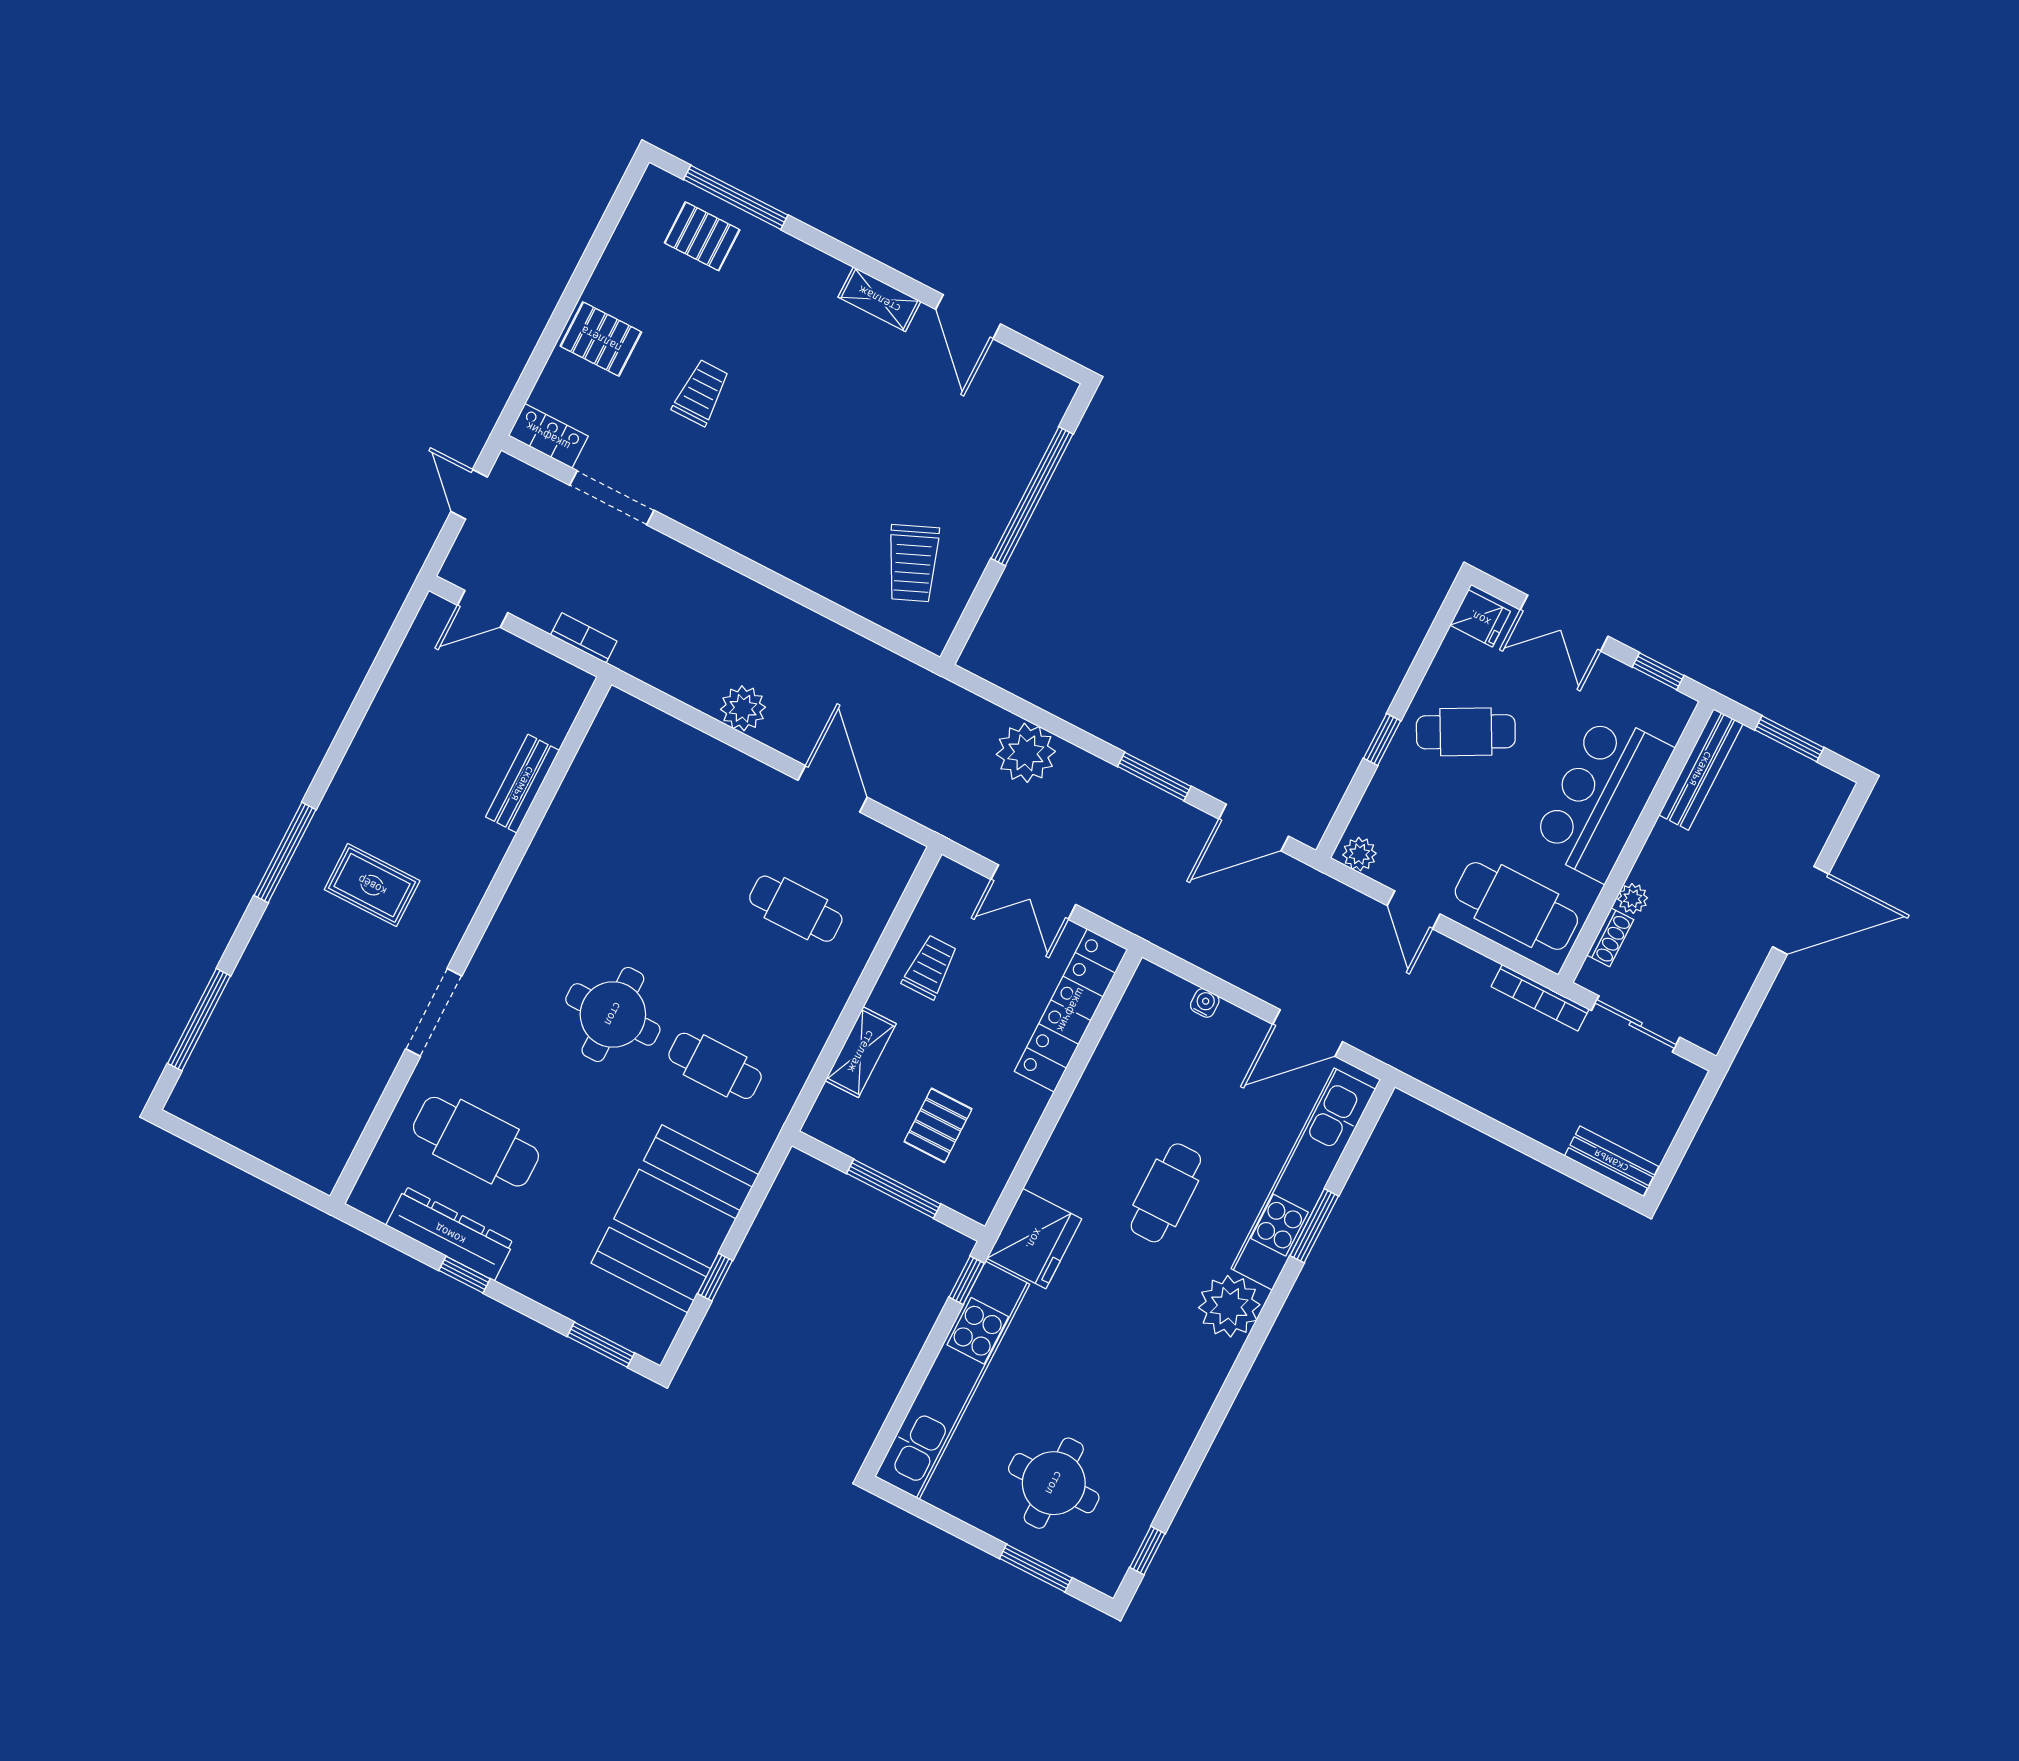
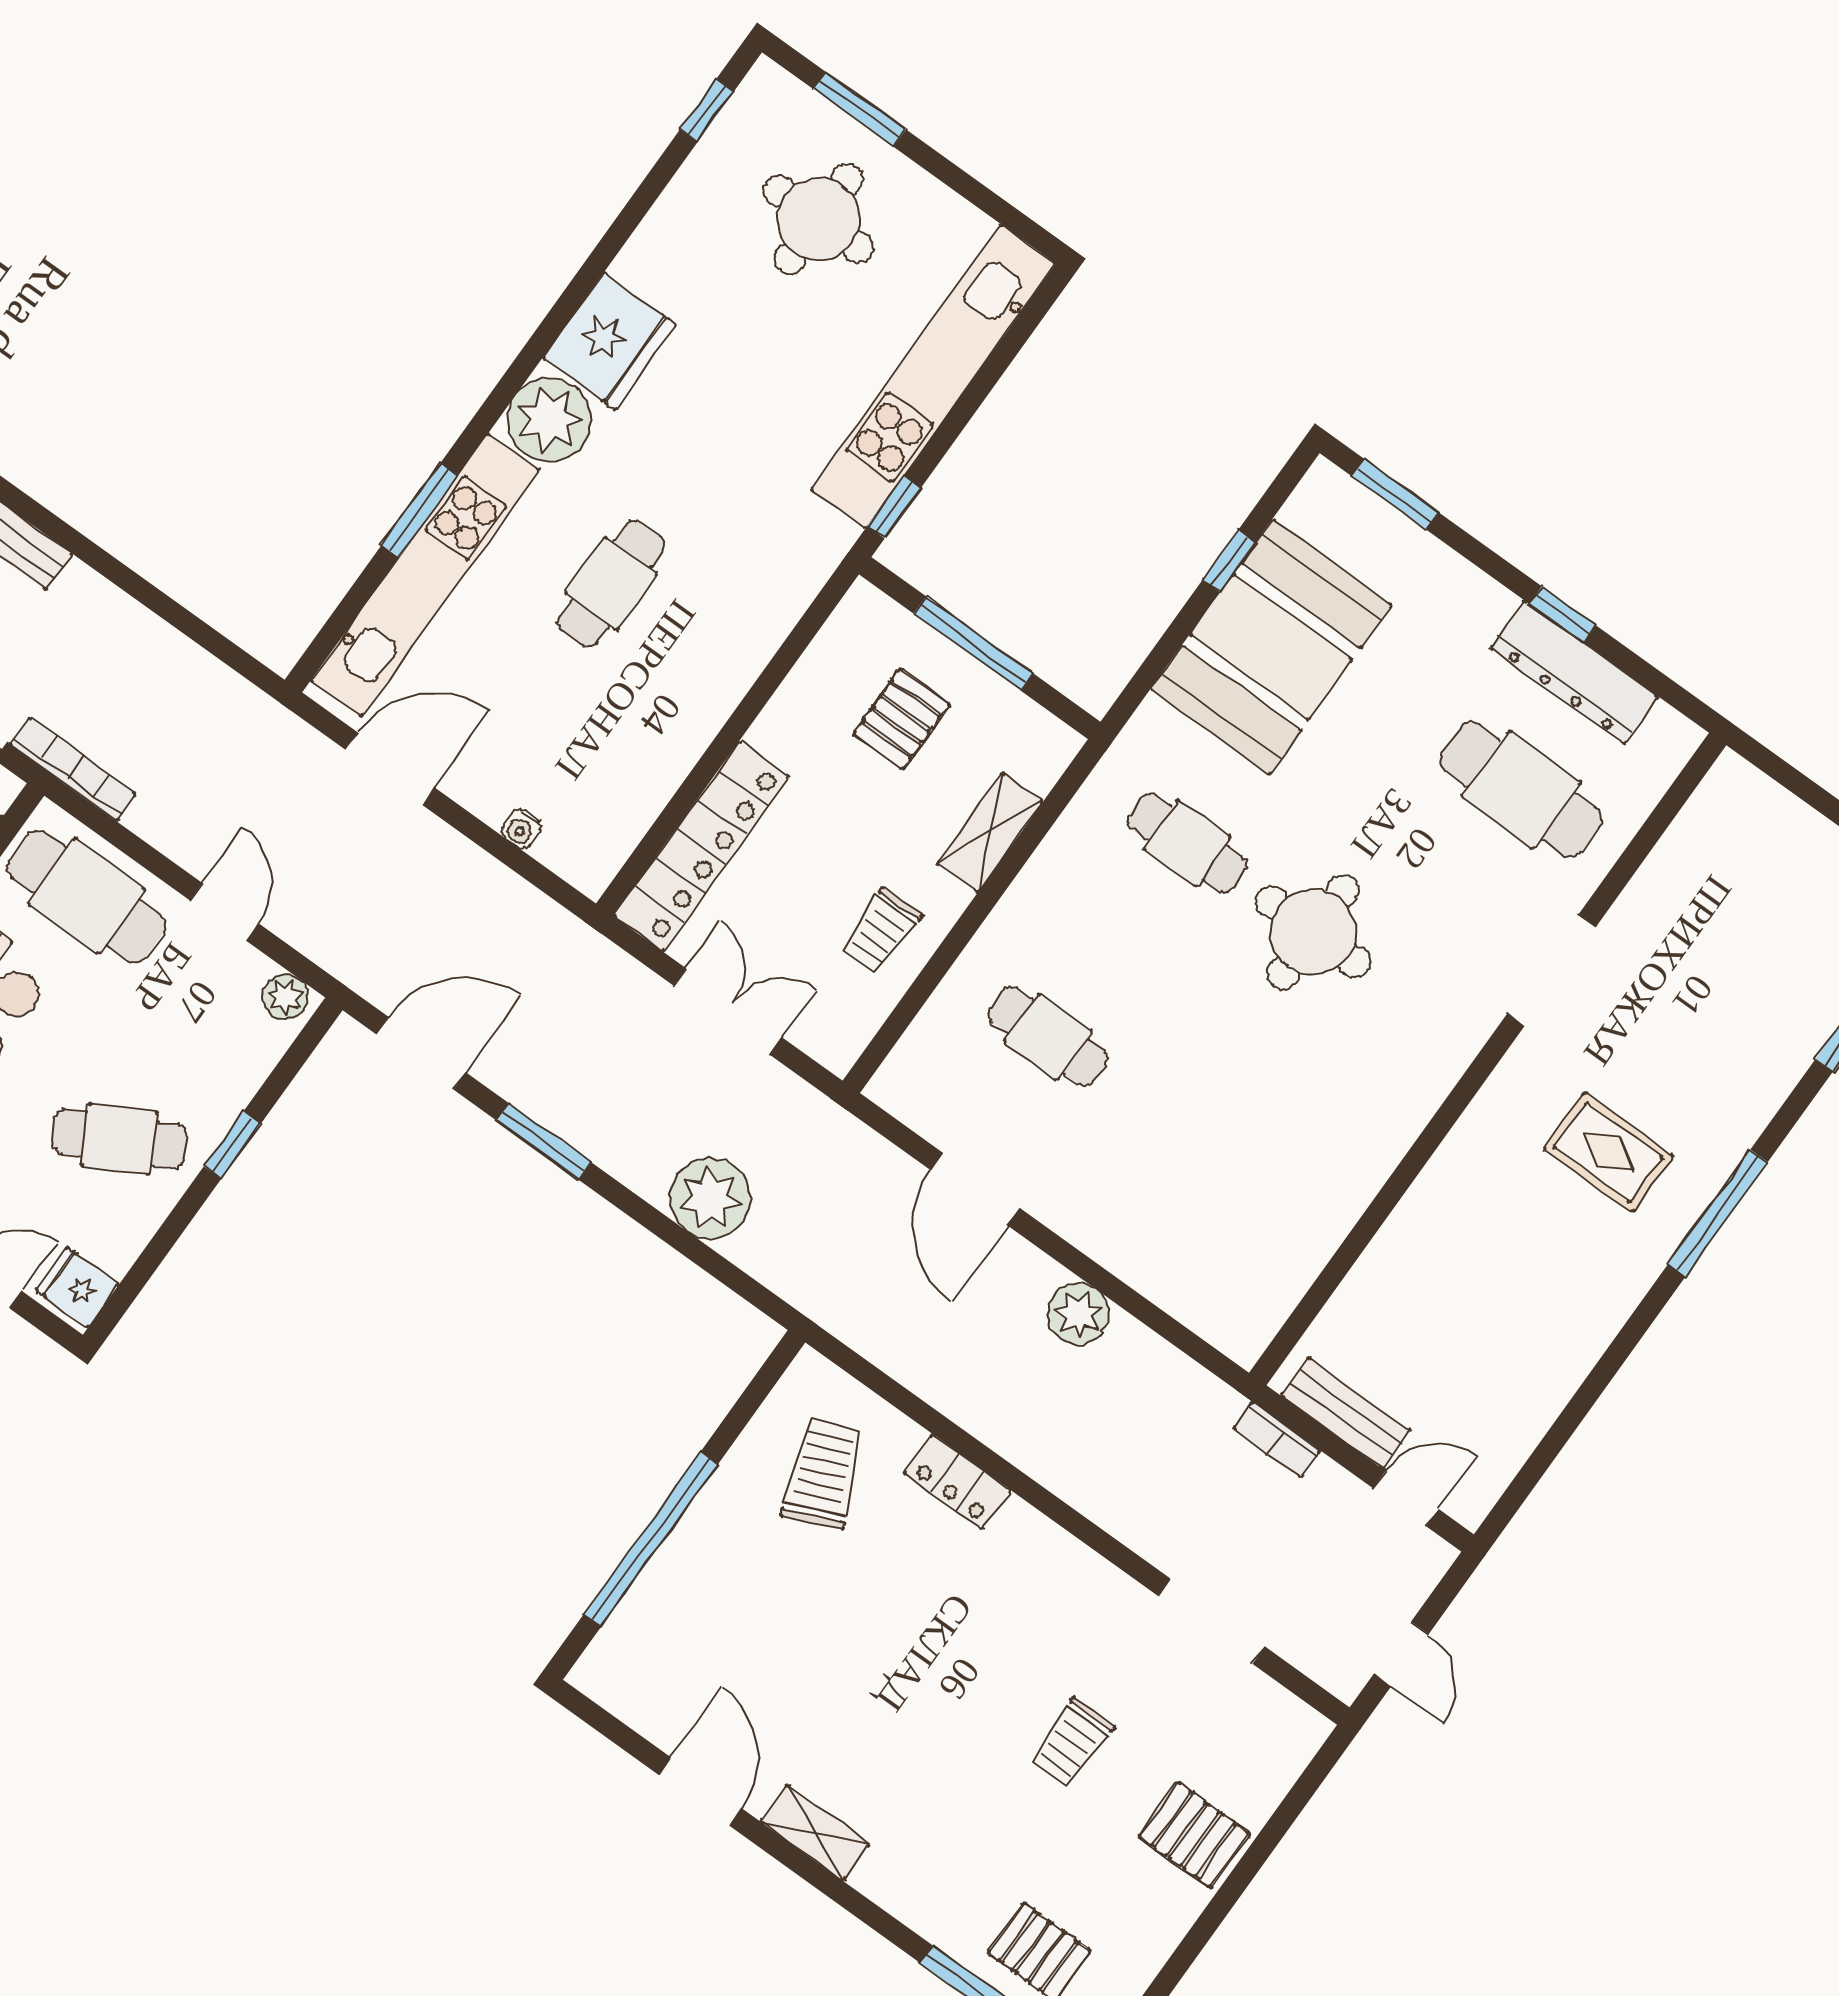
locker: (548, 436) -> (957, 1482), moved
bench: (523, 784) -> (1346, 1413), moved, turned 90
fridge: (1034, 1239) -> (609, 341), moved, turned 180

